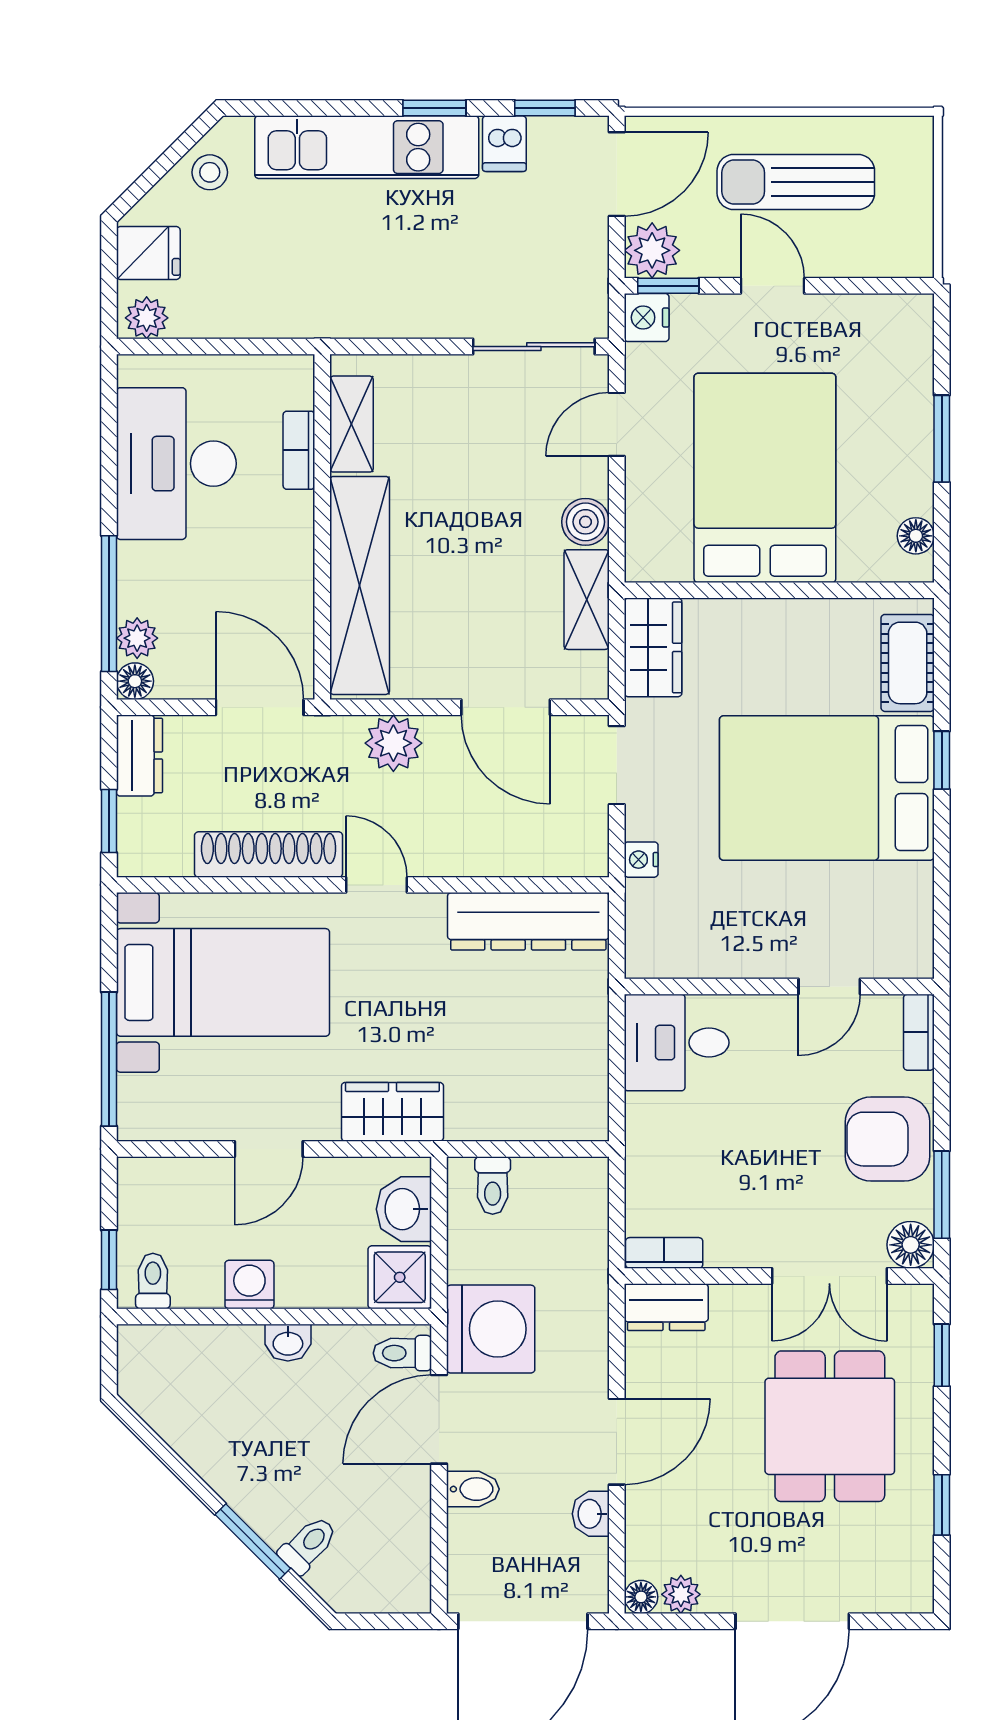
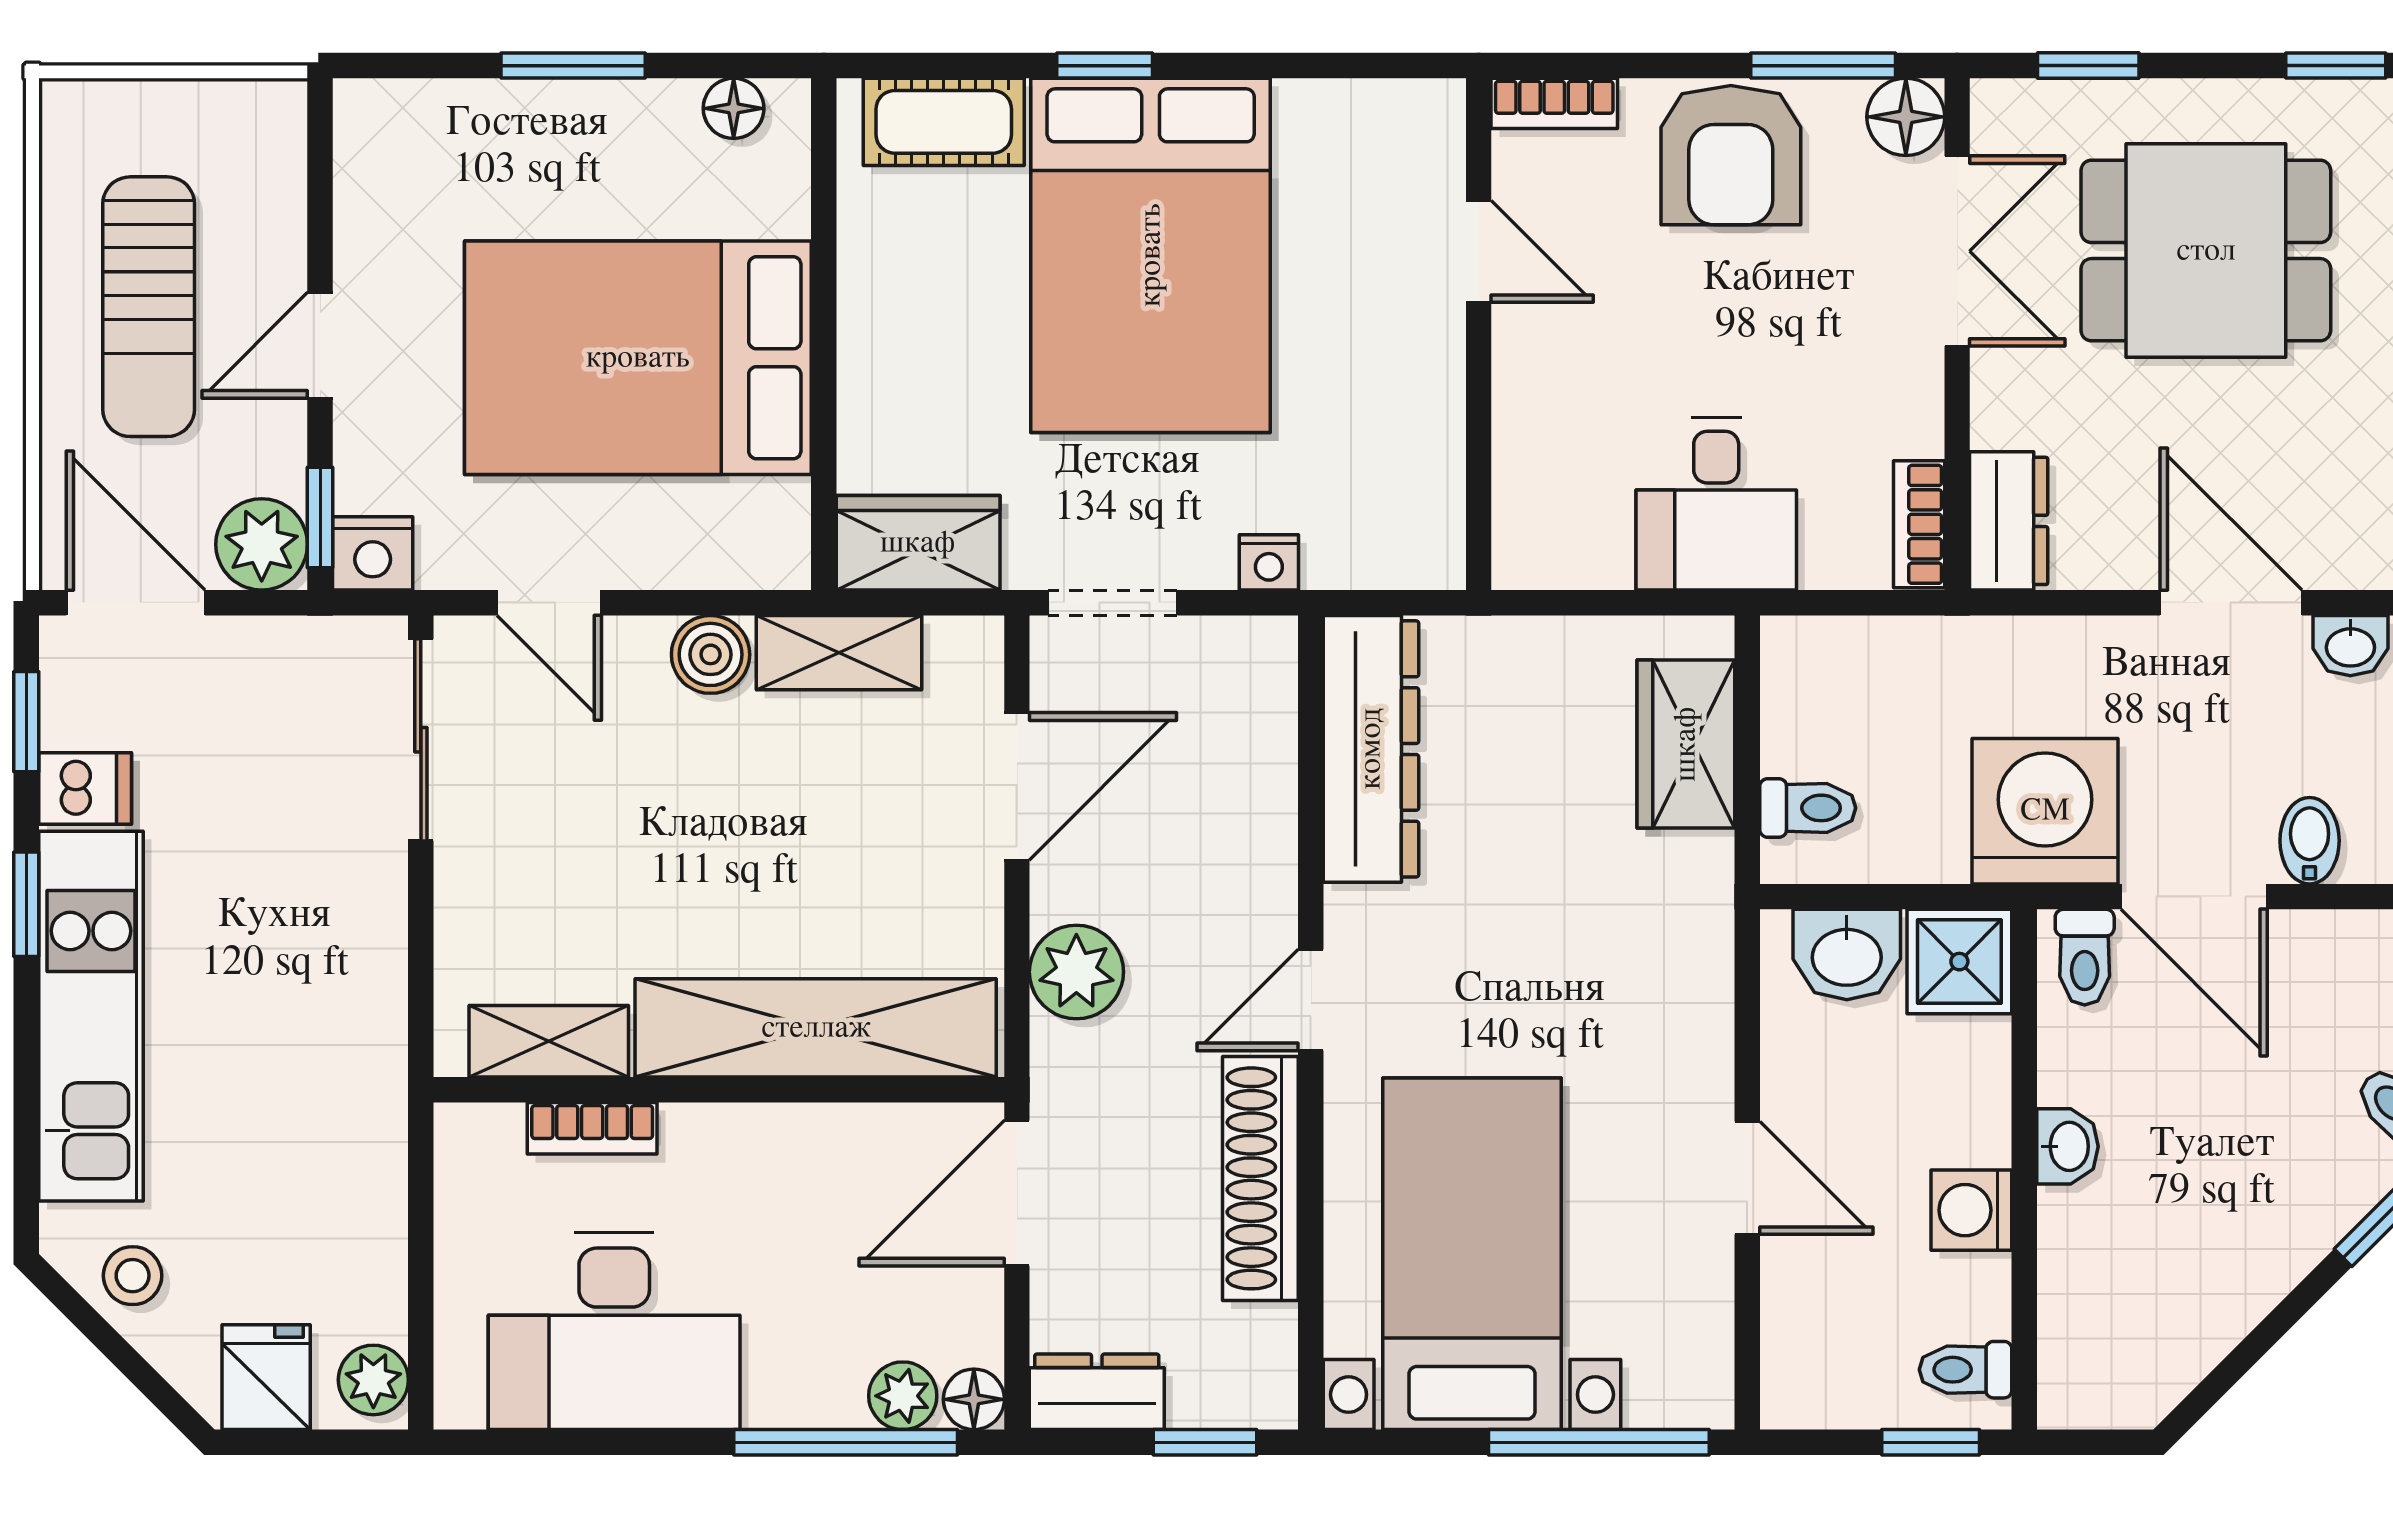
desk: (677, 1043) -> (1716, 504), moved
wardrobe: (392, 1112) -> (1686, 744), moved

